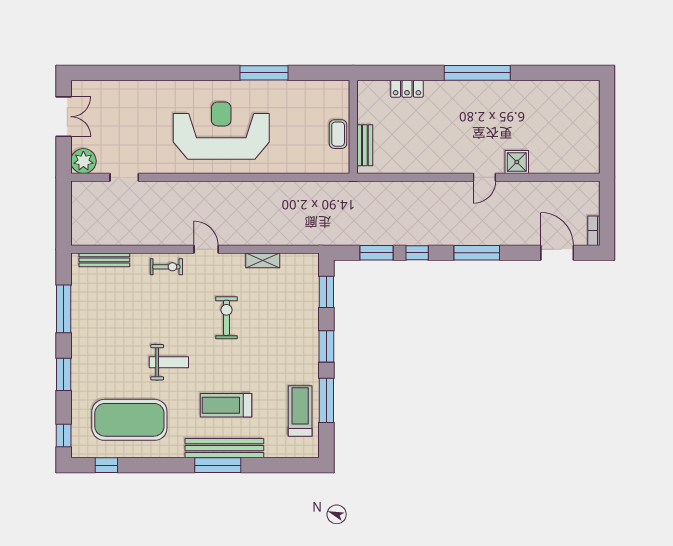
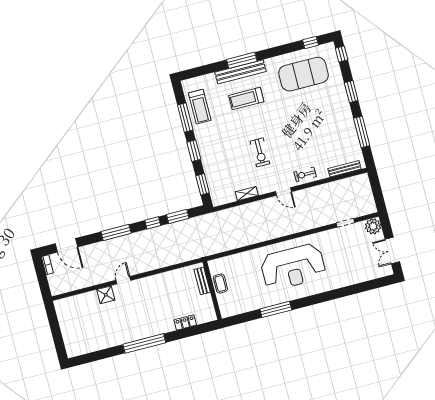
weight bench: (169, 362) -> (288, 116), removed
treadmill: (226, 405) -> (246, 99), turned 180

